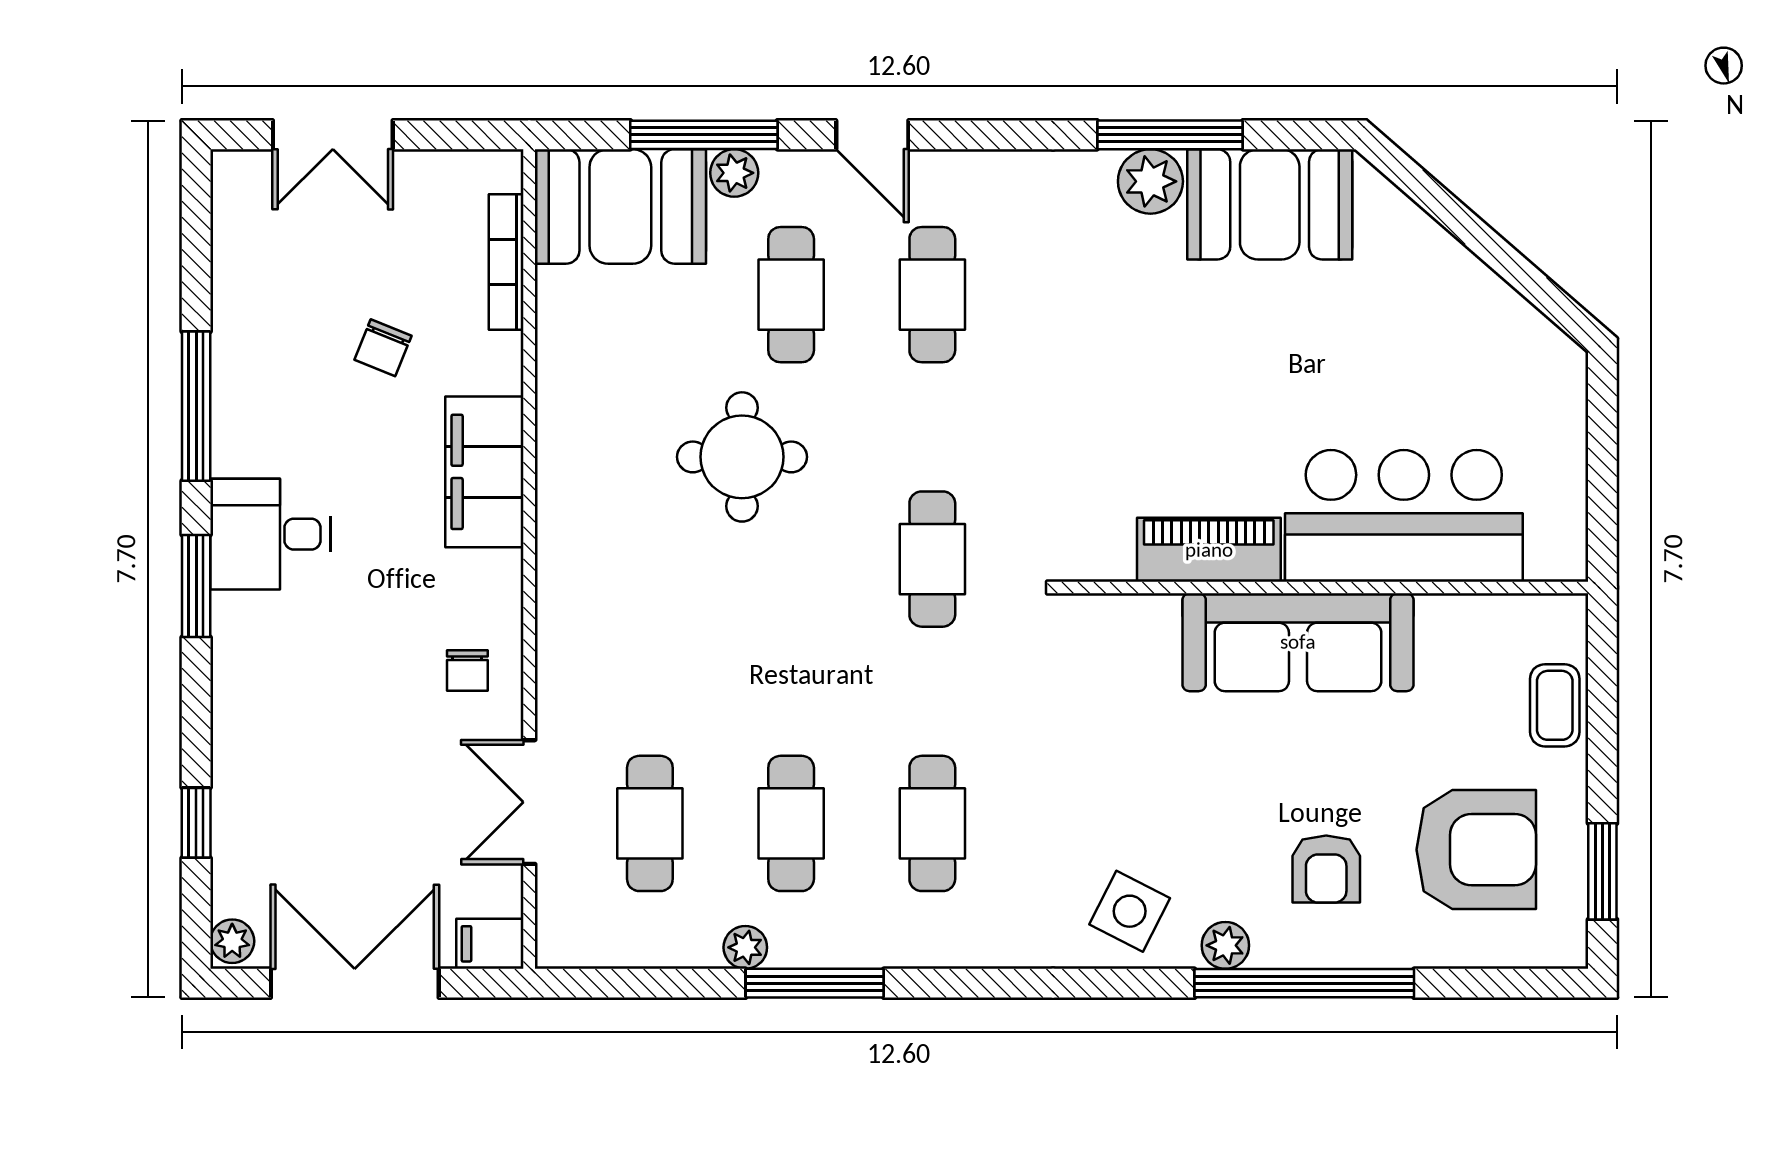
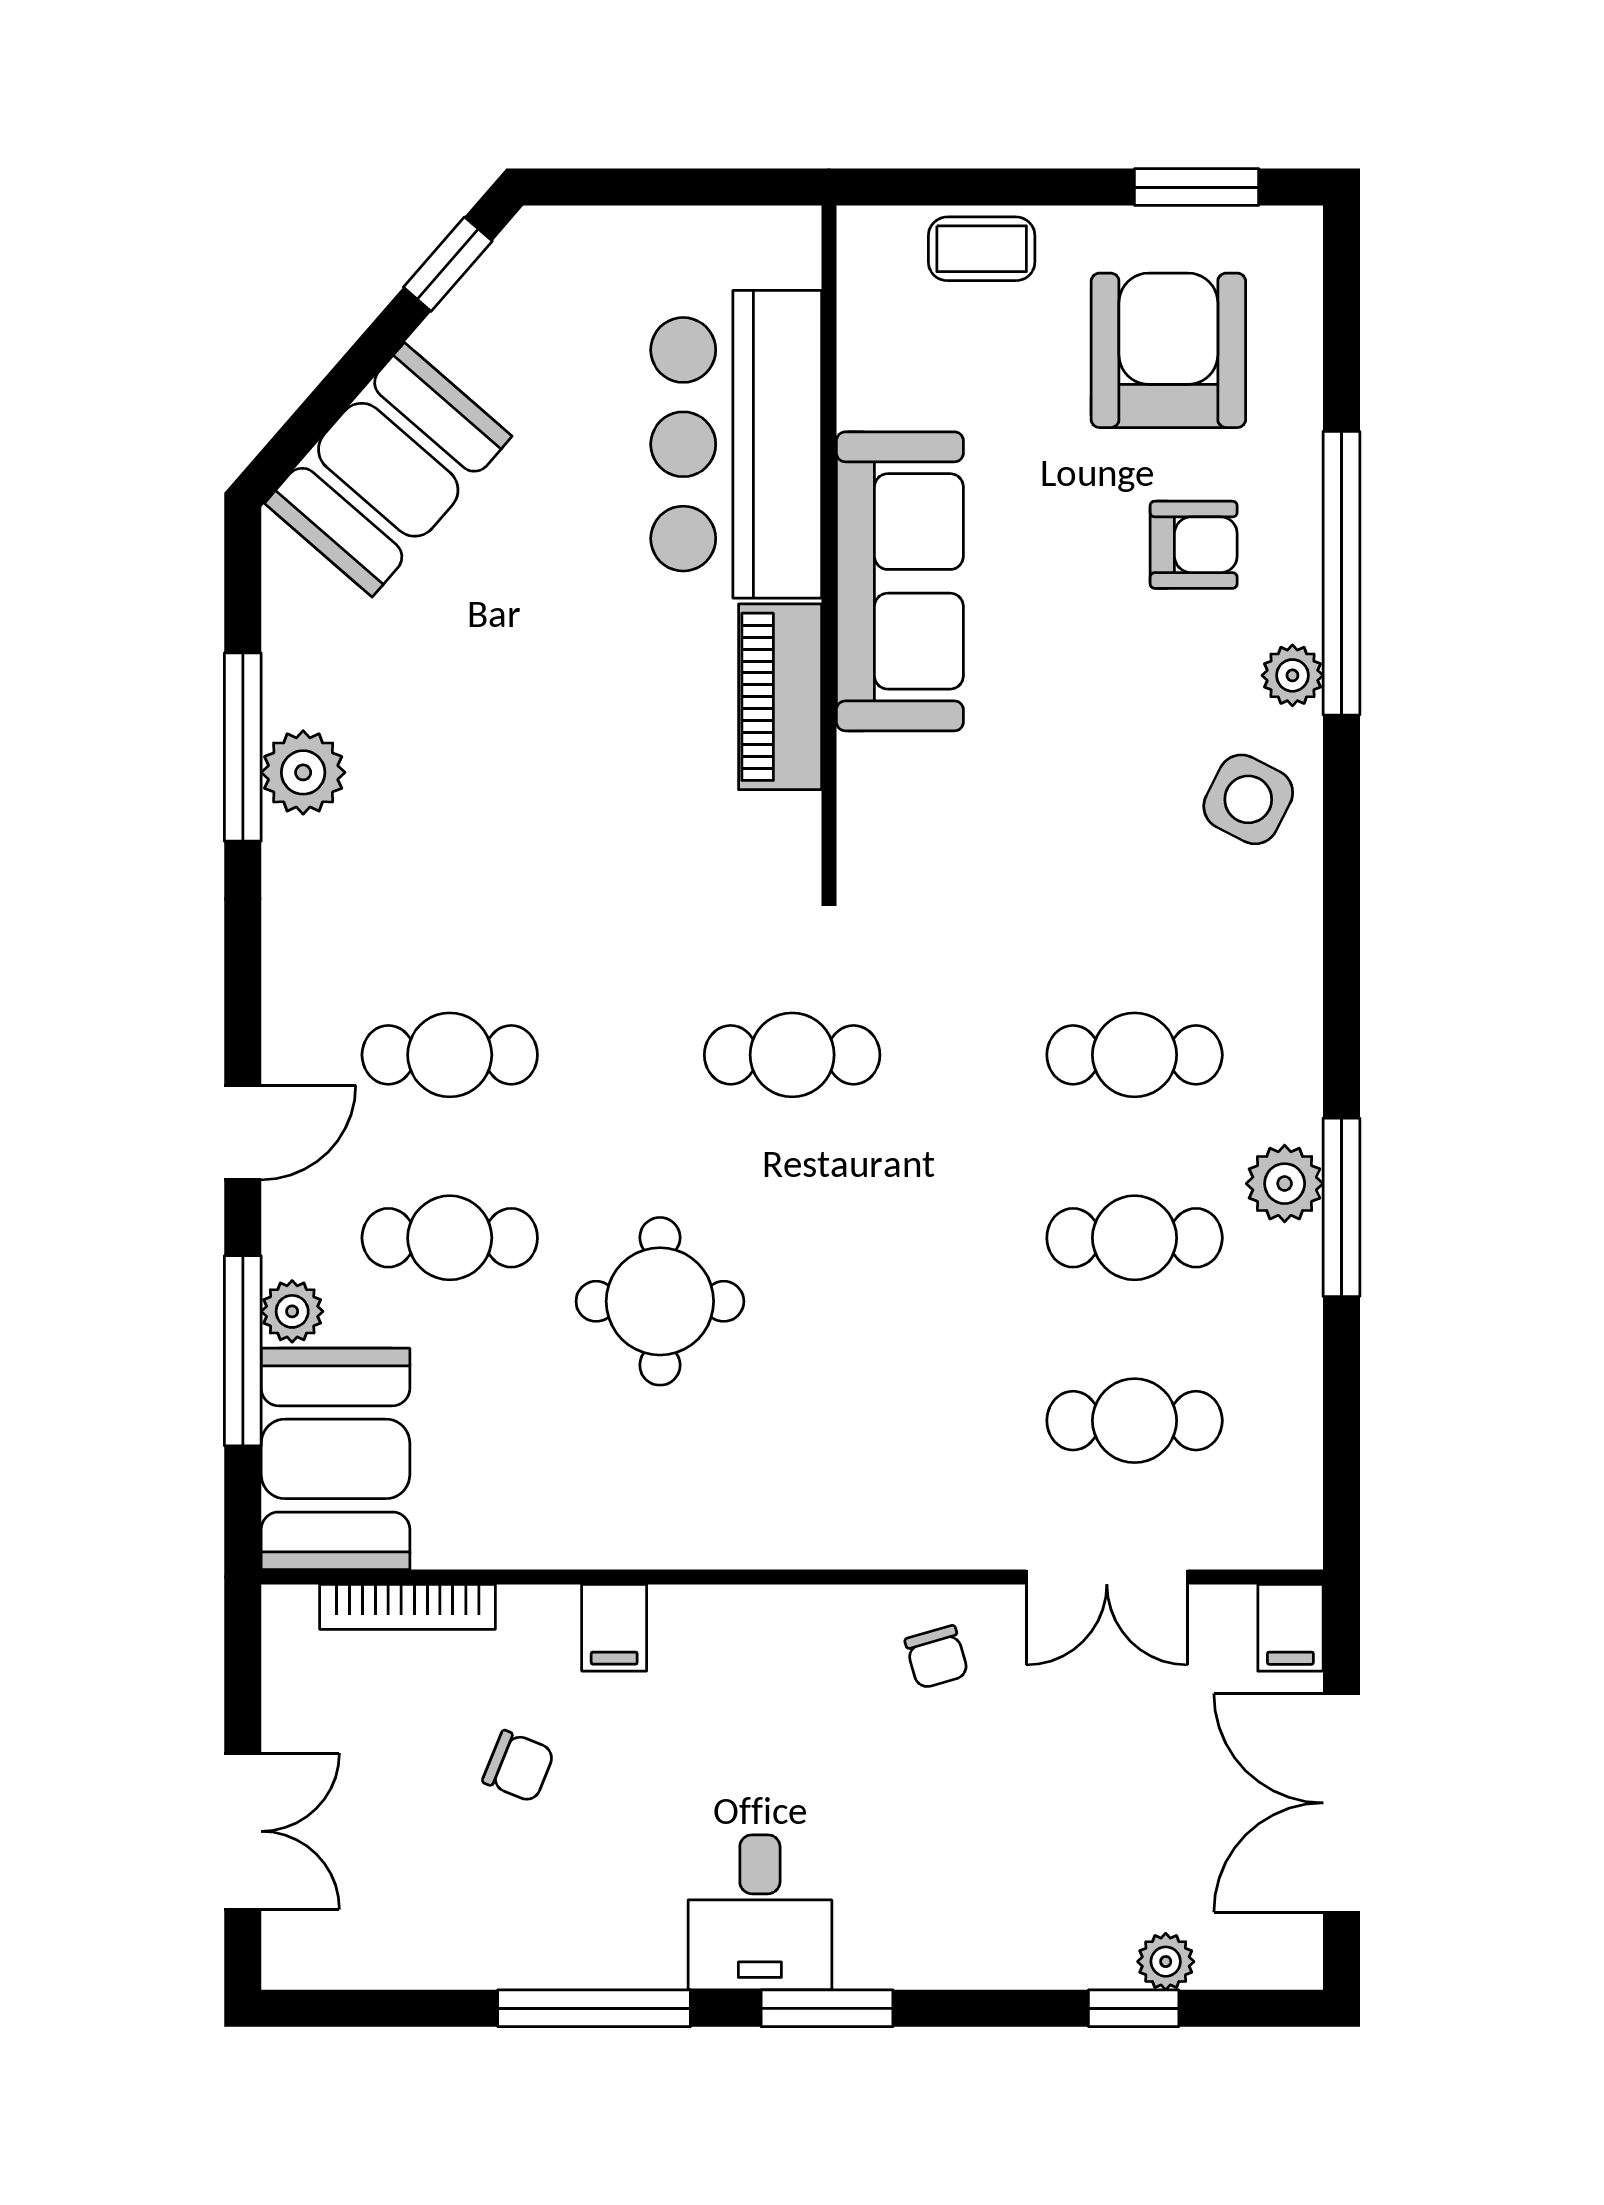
booth: (1270, 204) -> (388, 470), moved, turned 41
window: (1543, 293) -> (448, 264), added
filing cabinet: (484, 472) -> (614, 1628), width x0.33, depth x0.86
chair: (467, 671) -> (937, 1657), turned 74
plant: (232, 941) -> (1166, 1962), moved
plant: (745, 947) -> (1285, 1184), moved, width x1.38, depth x1.38

